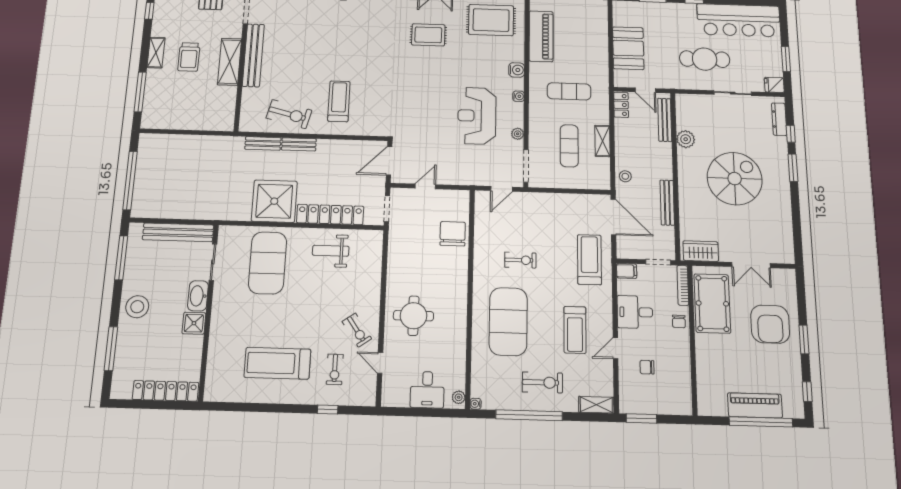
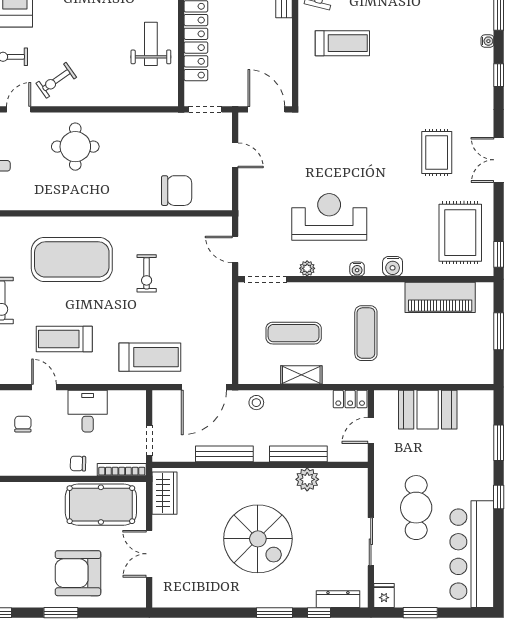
bench: (665, 120) -> (298, 454), moved
filing cabinet: (627, 271) -> (137, 402), removed

